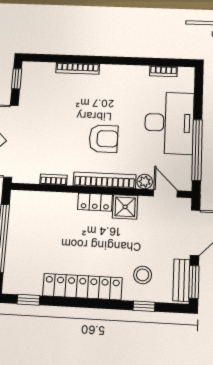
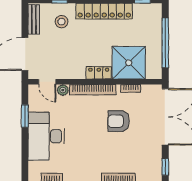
armchair: (103, 139) -> (119, 121), moved
window: (197, 150) -> (25, 116), width x0.47
shower: (125, 207) -> (129, 63), moved, width x1.86, depth x1.86
window: (194, 282) -> (25, 19), removed

